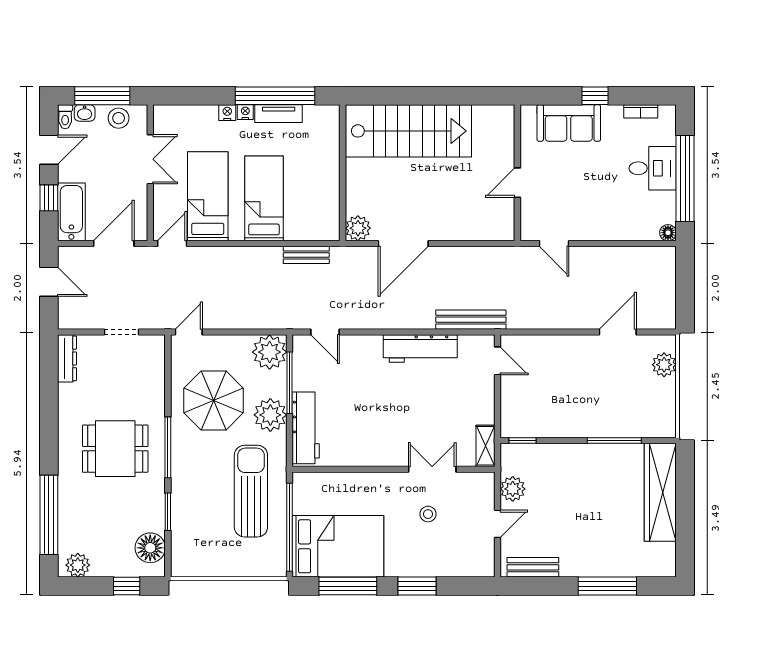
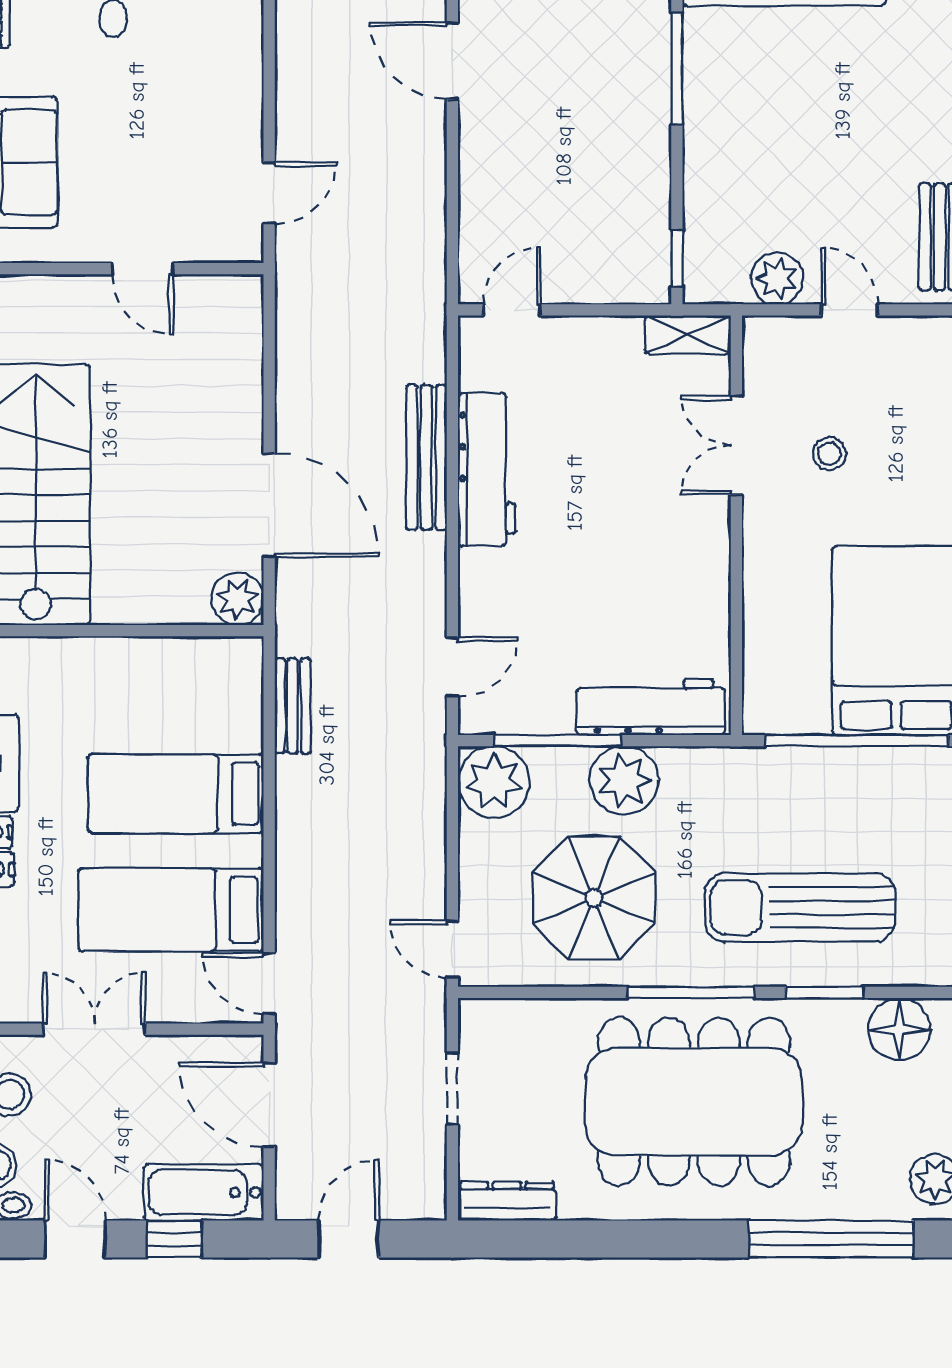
bench: (471, 320) -> (427, 457), moved
dining table: (115, 449) -> (694, 1102), width x1.88, depth x1.24
sun lounger: (251, 491) -> (800, 908), moved

